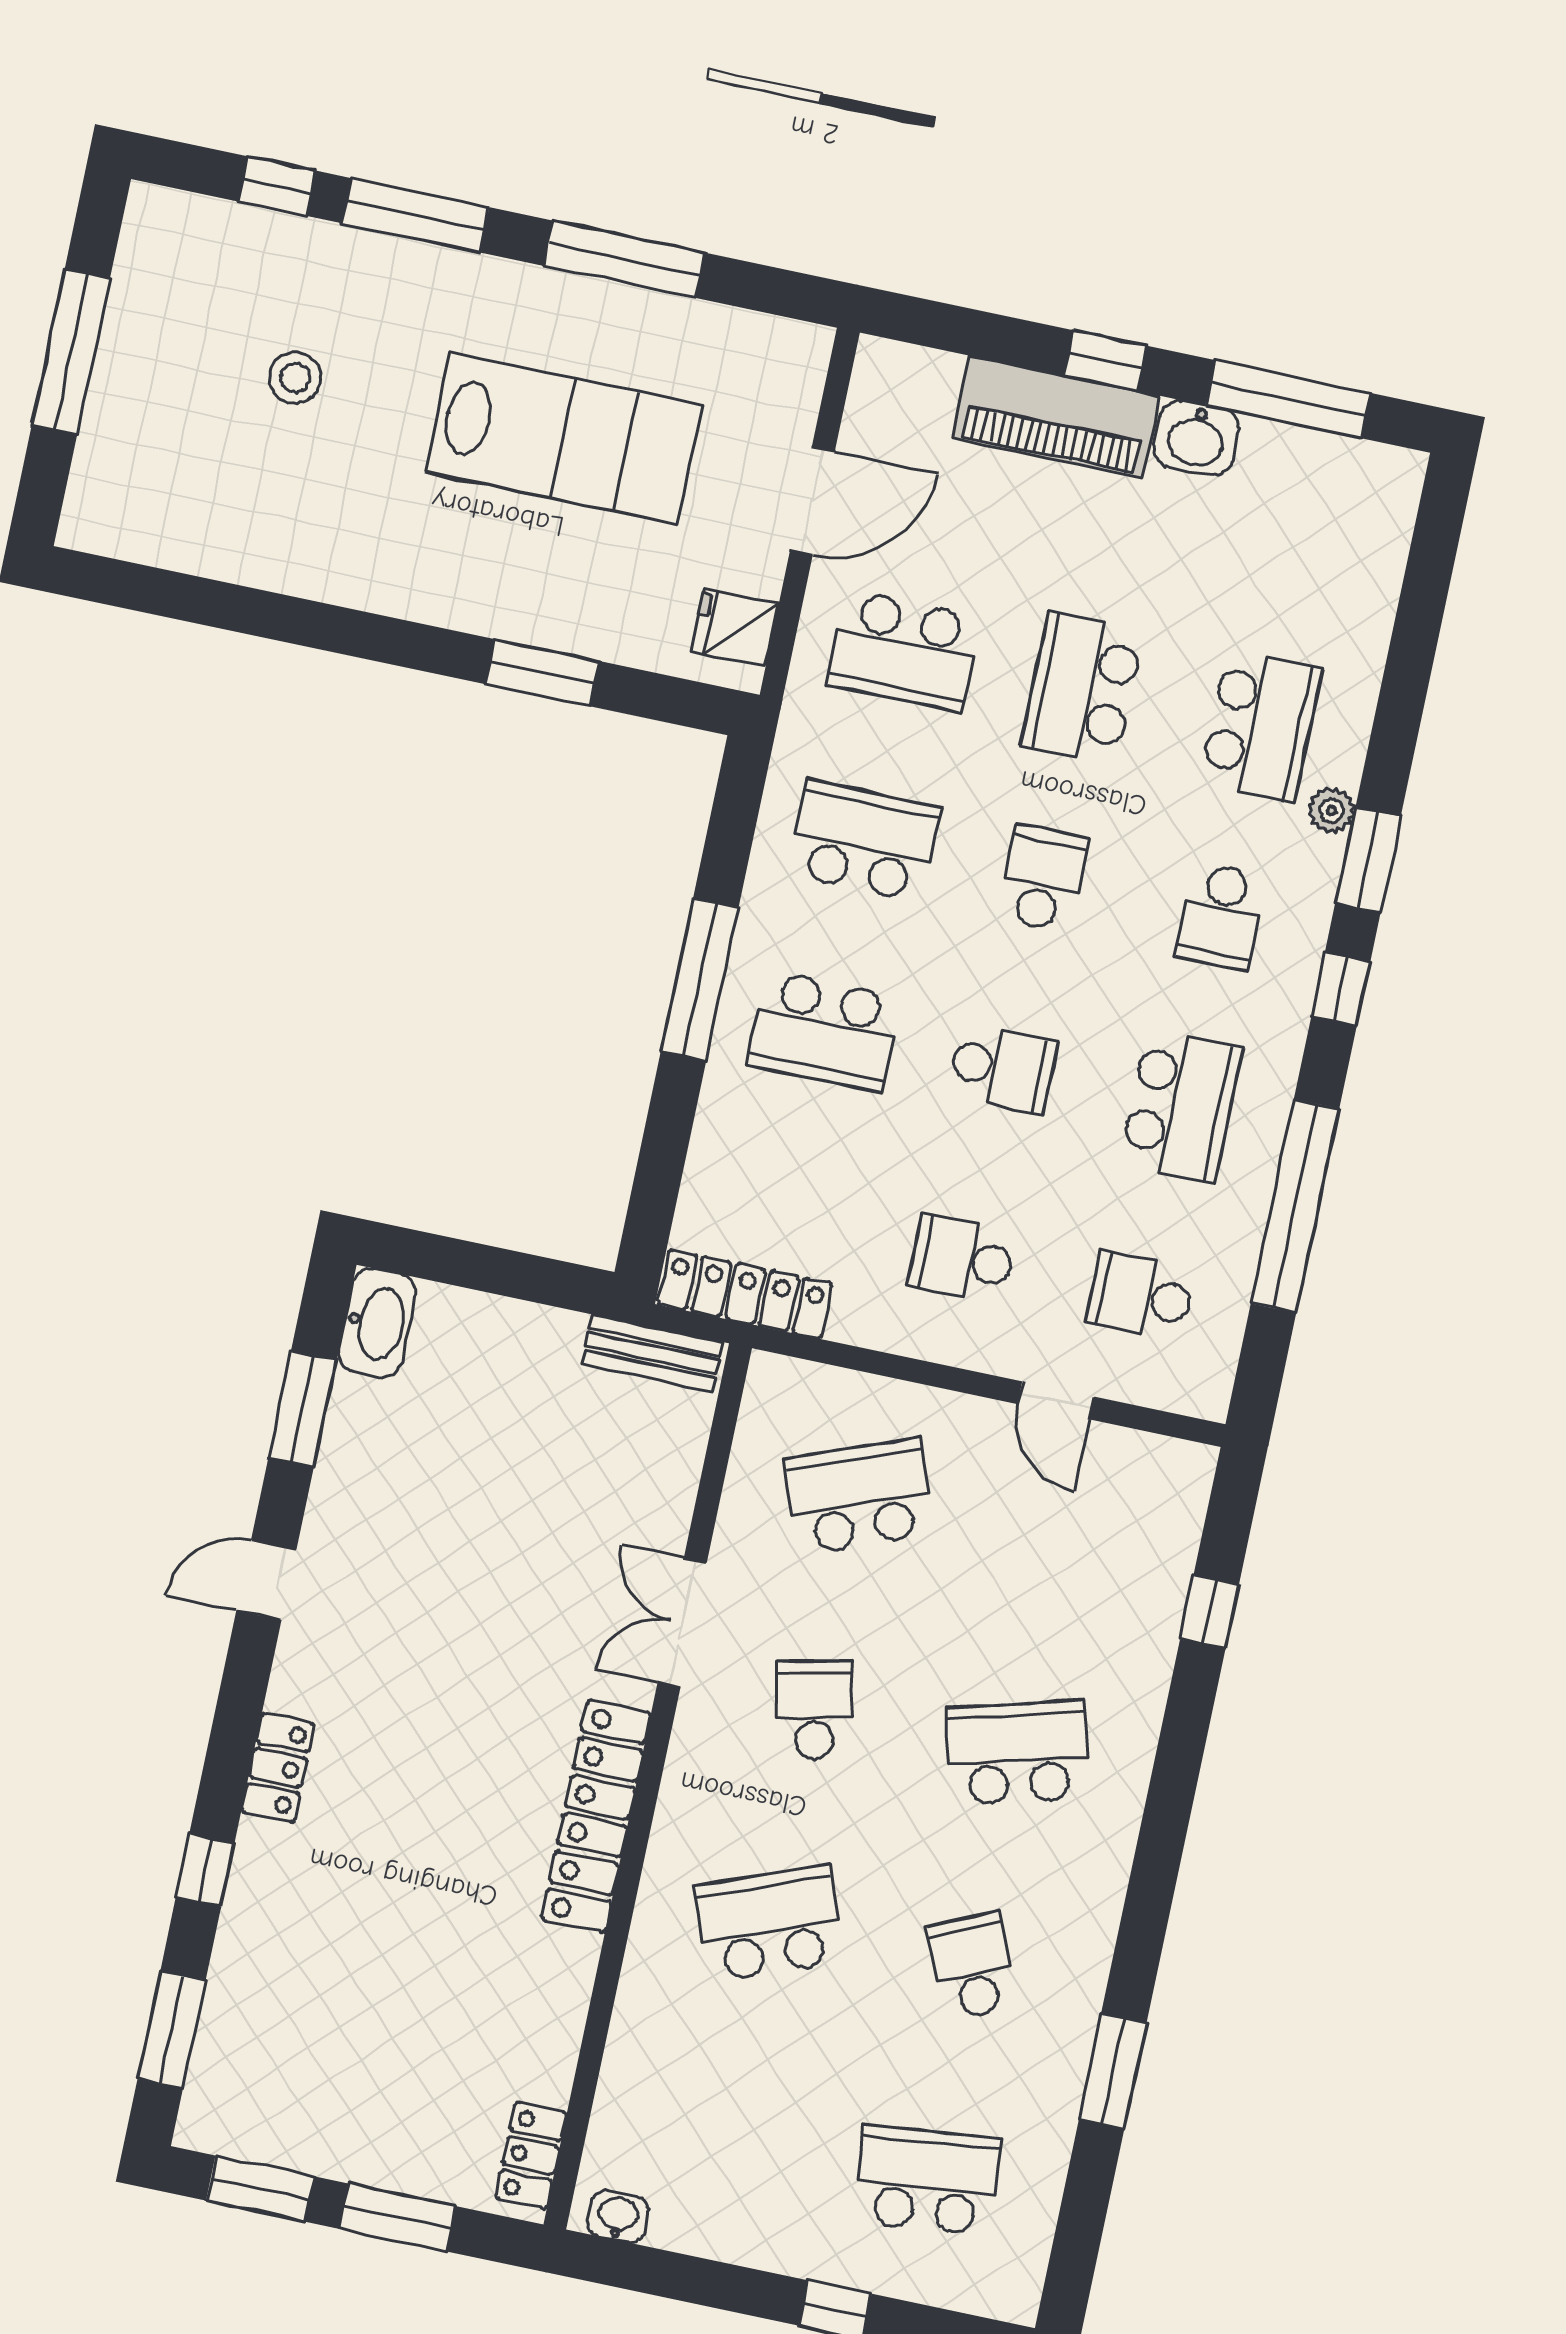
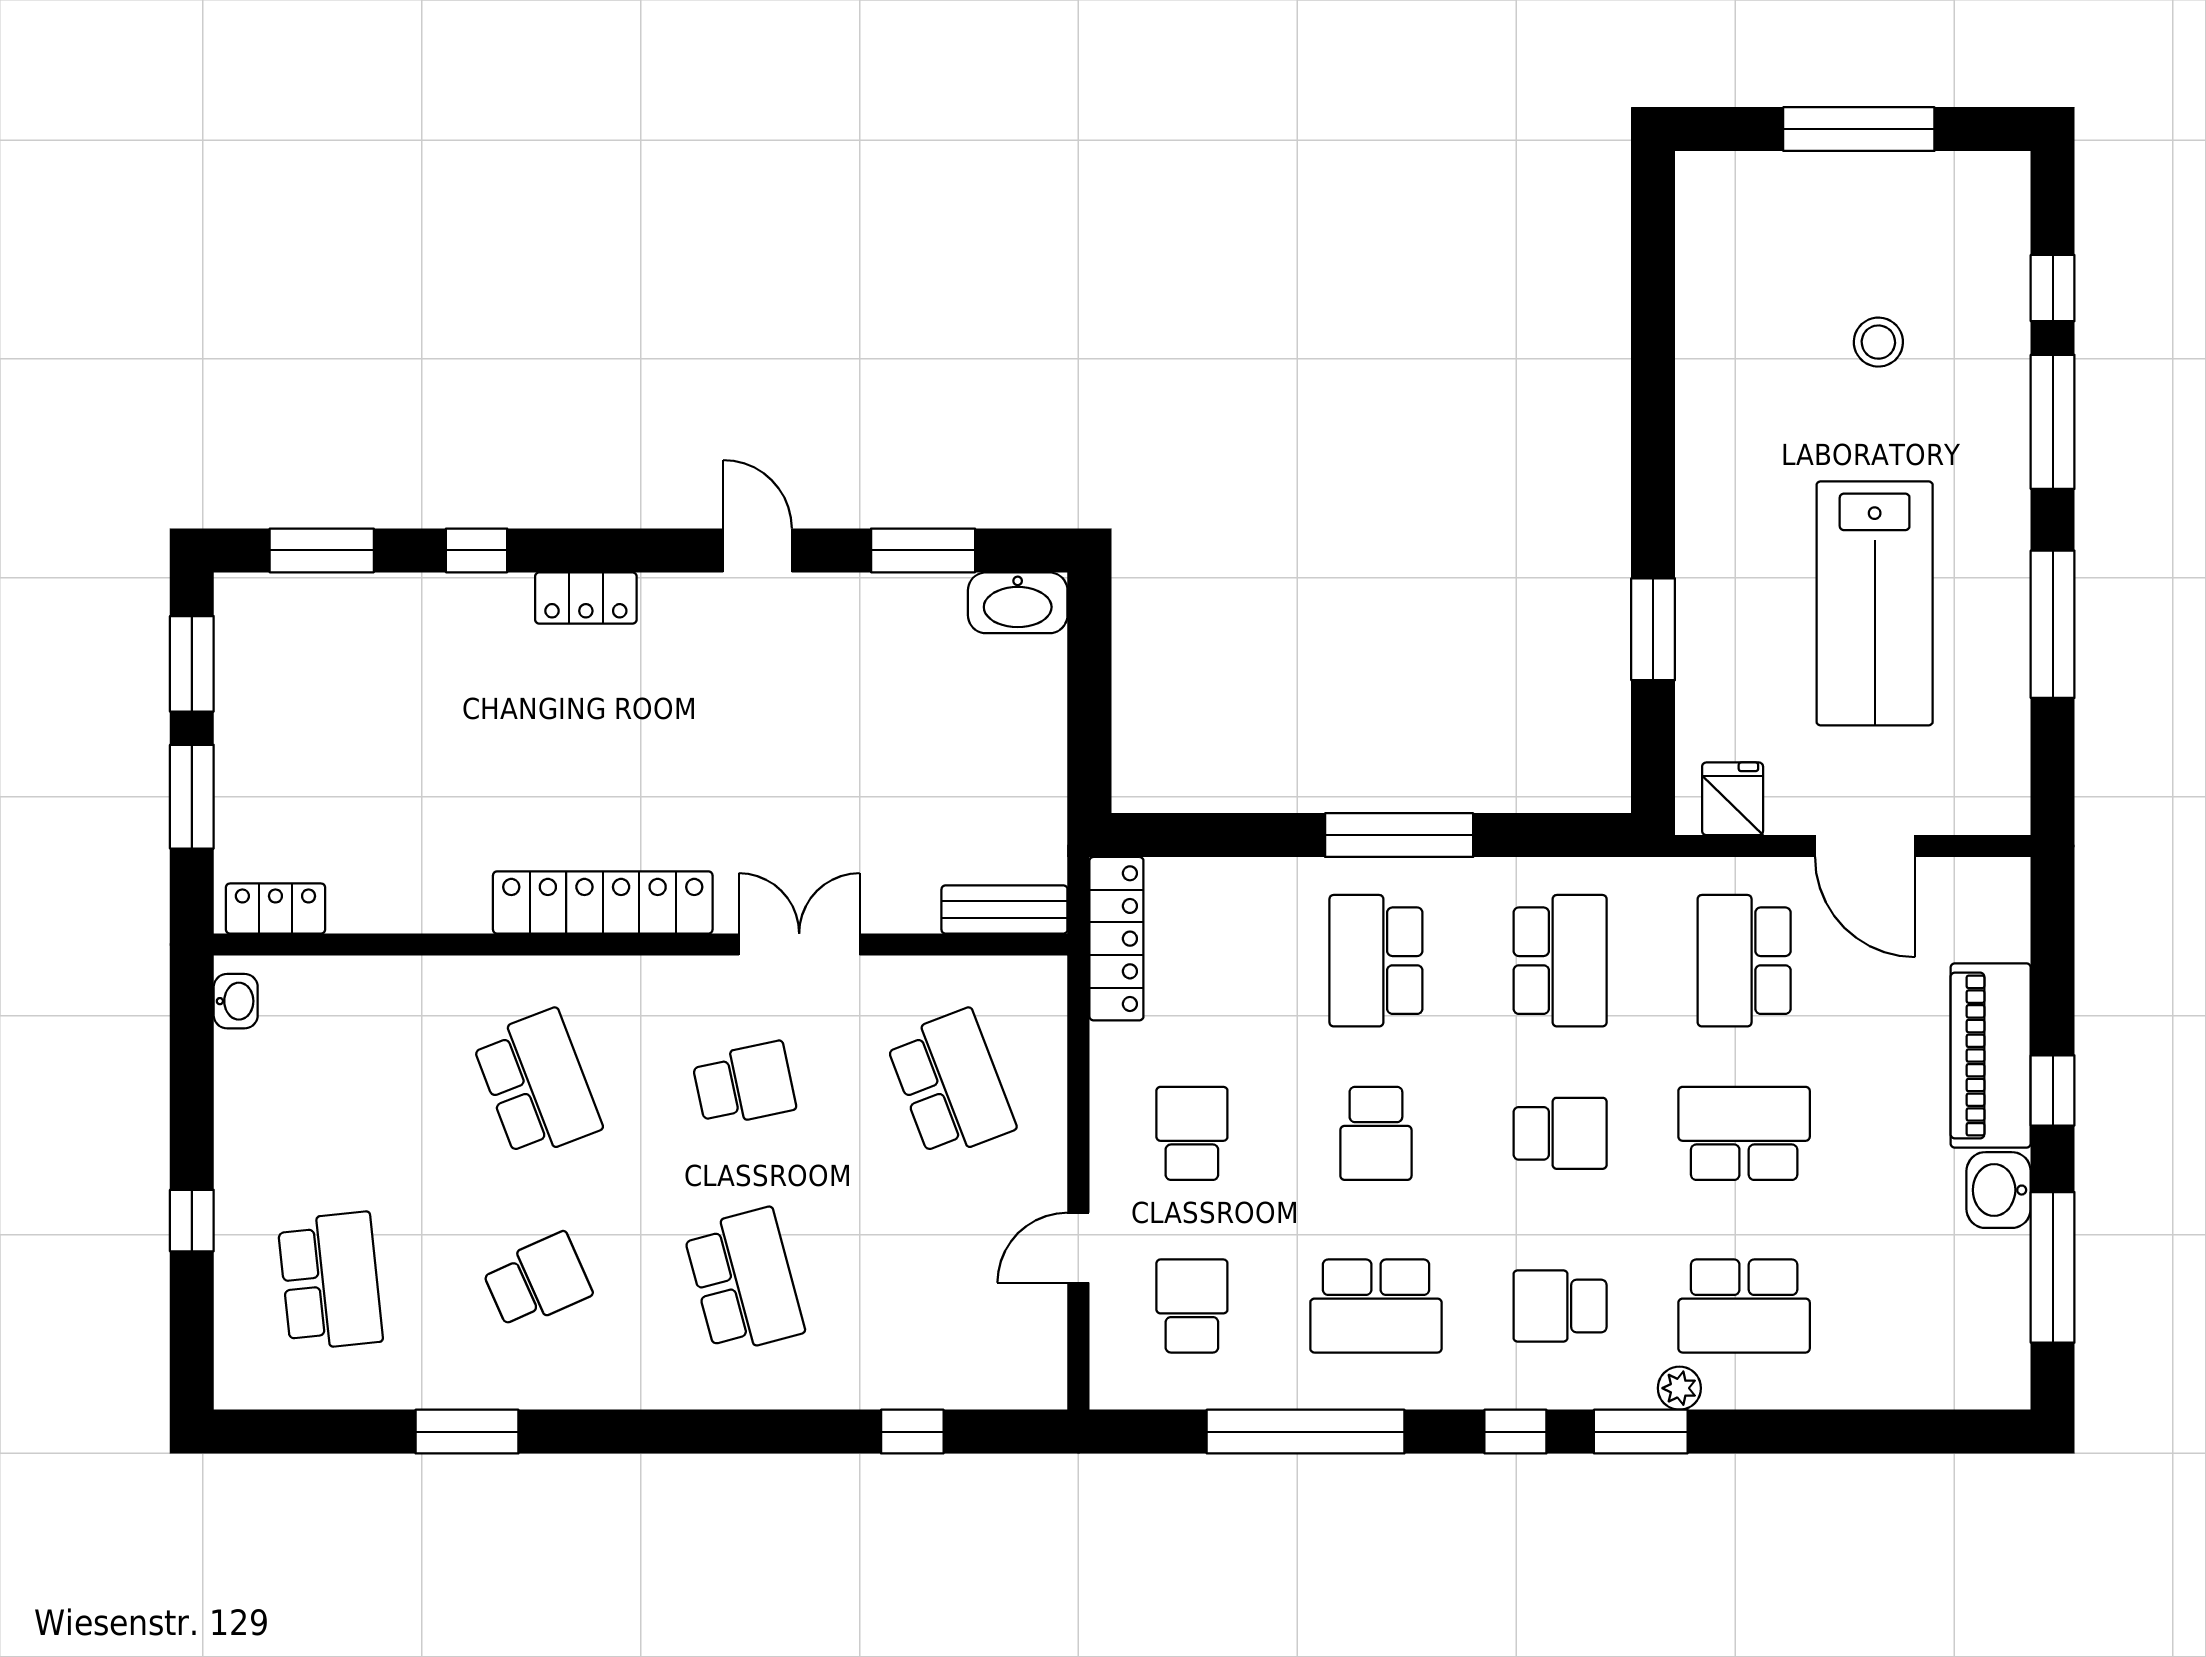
bench: (653, 1353) -> (1004, 910), moved, turned 90

